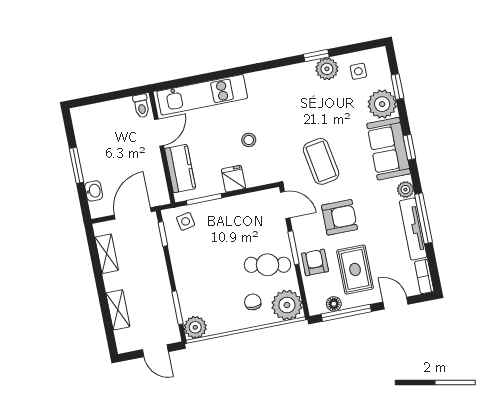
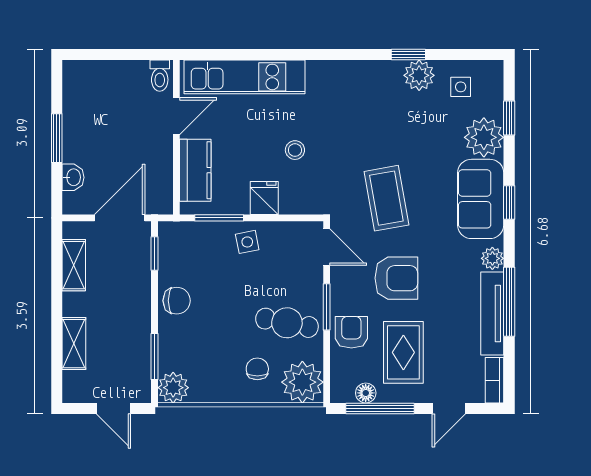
side table: (186, 221) -> (247, 242), moved
chair: (185, 265) -> (177, 301), added
door: (395, 303) -> (449, 408), swing flipped

